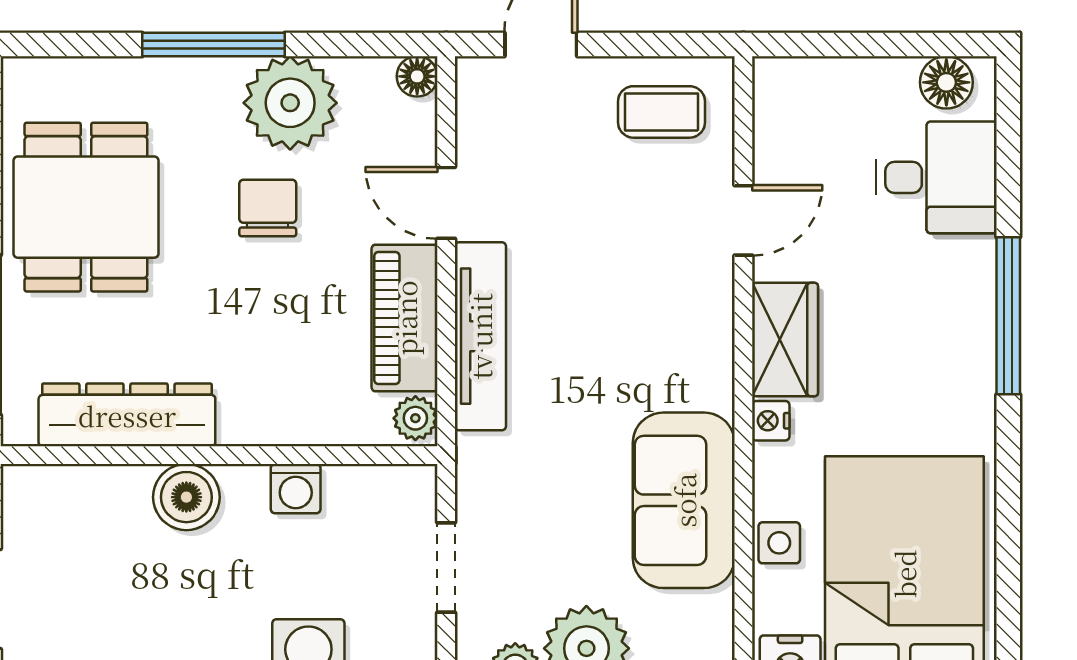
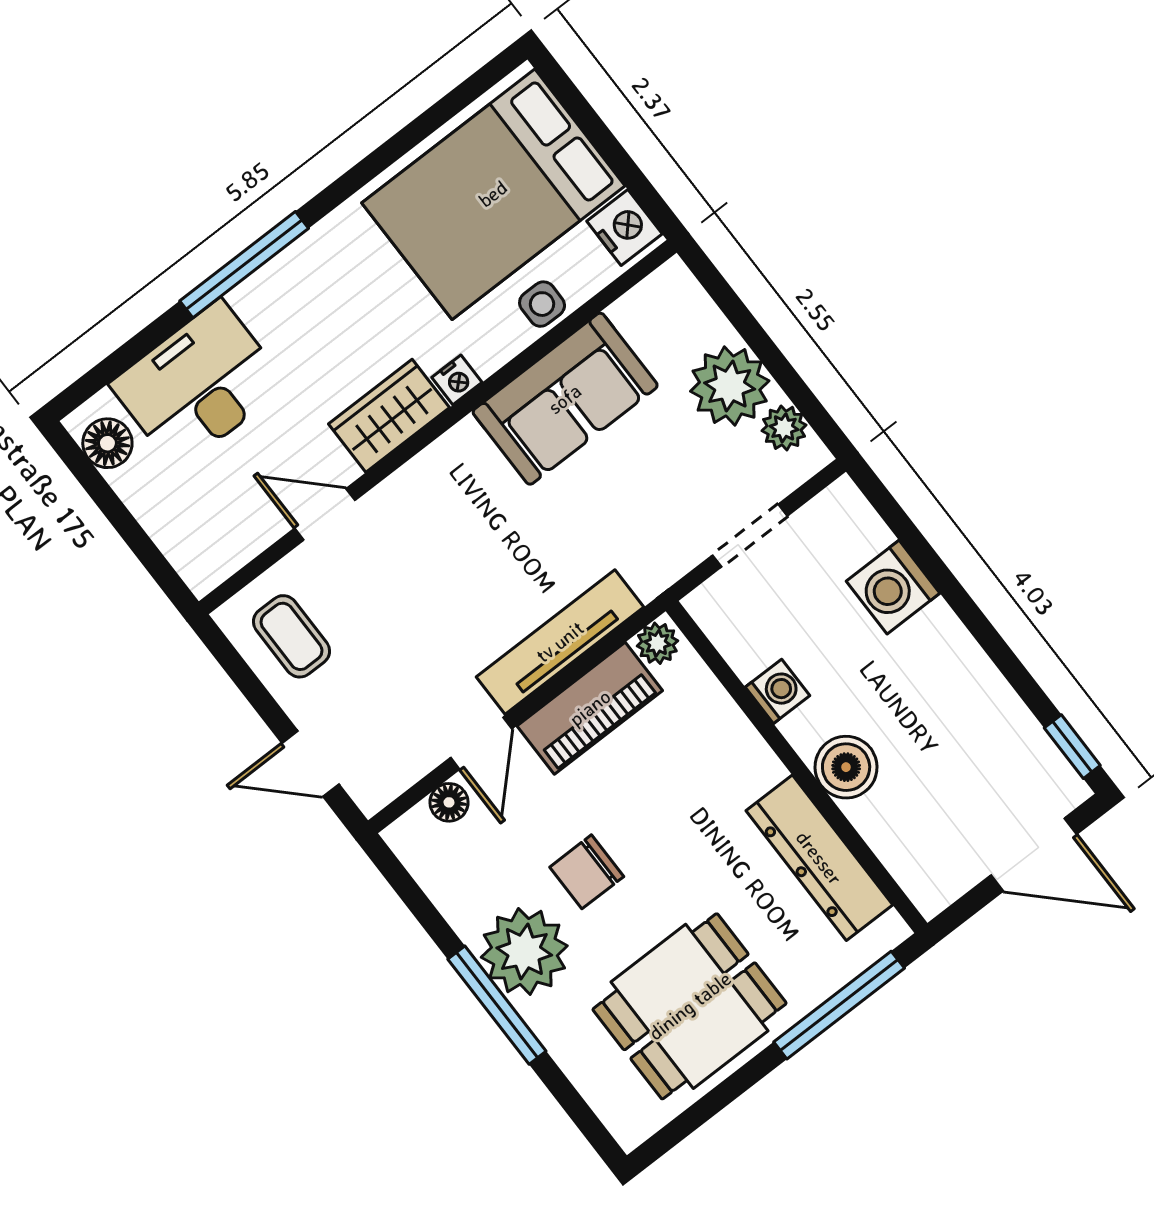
floor lamp: (417, 76) -> (449, 802), moved
plant: (290, 103) -> (524, 952), moved
desk: (936, 177) -> (199, 385), width x1.37

